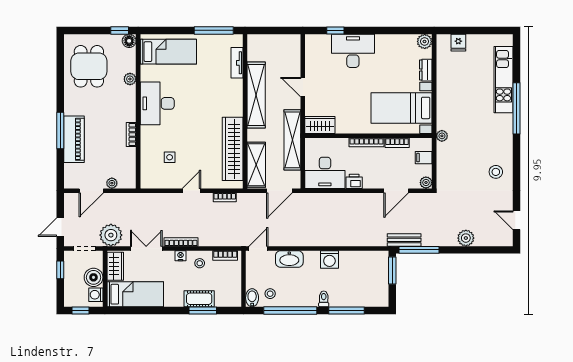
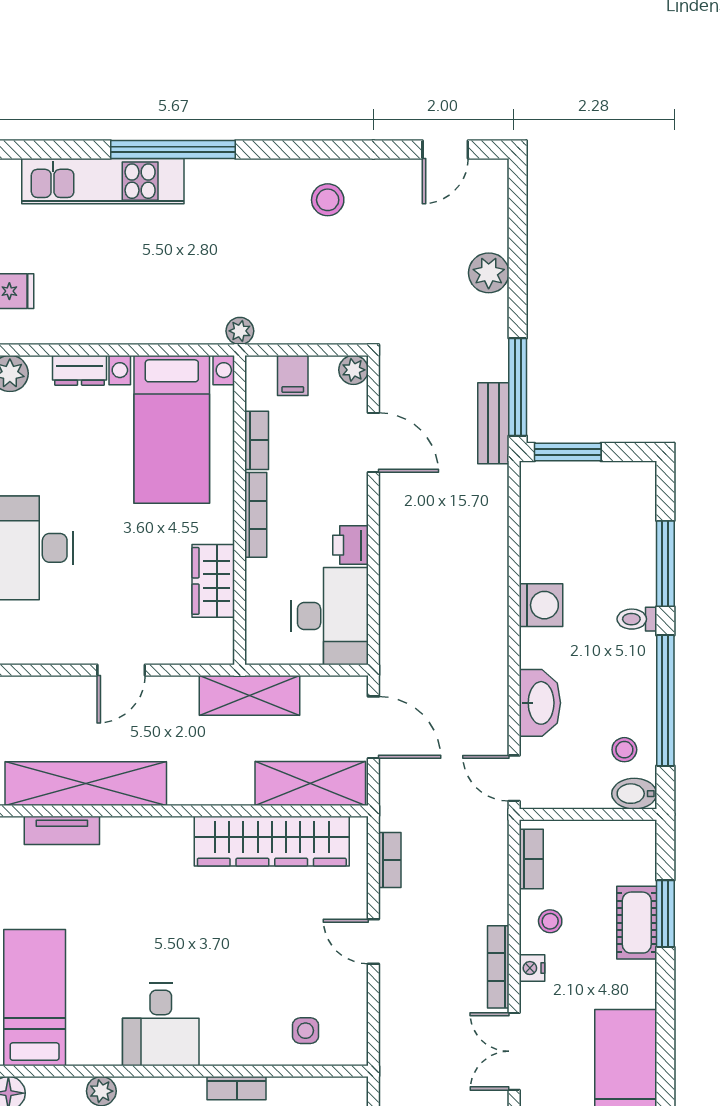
shelving: (256, 95) -> (86, 784), moved
desk: (157, 103) -> (161, 1025), width x0.73
wardrobe: (320, 125) -> (213, 581), moved
shelving: (292, 140) -> (250, 695), width x0.68
side table: (170, 157) -> (306, 1031), moved

